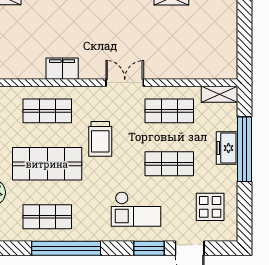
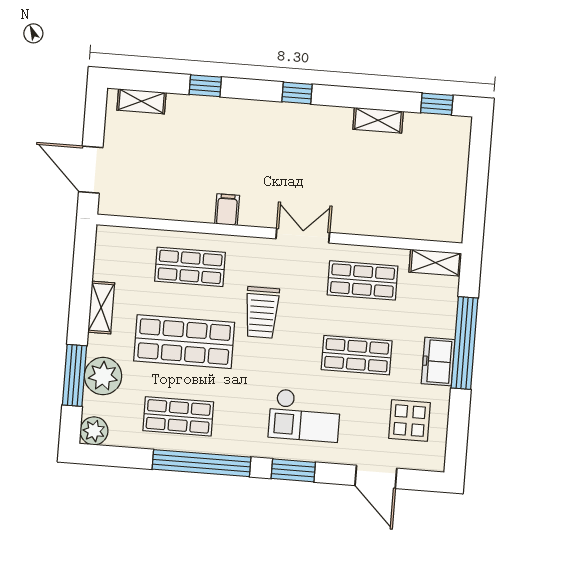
filing cabinet: (62, 69) -> (227, 210), width x0.50
freezer: (227, 148) -> (438, 362), moved
window: (149, 248) -> (293, 470), moved

